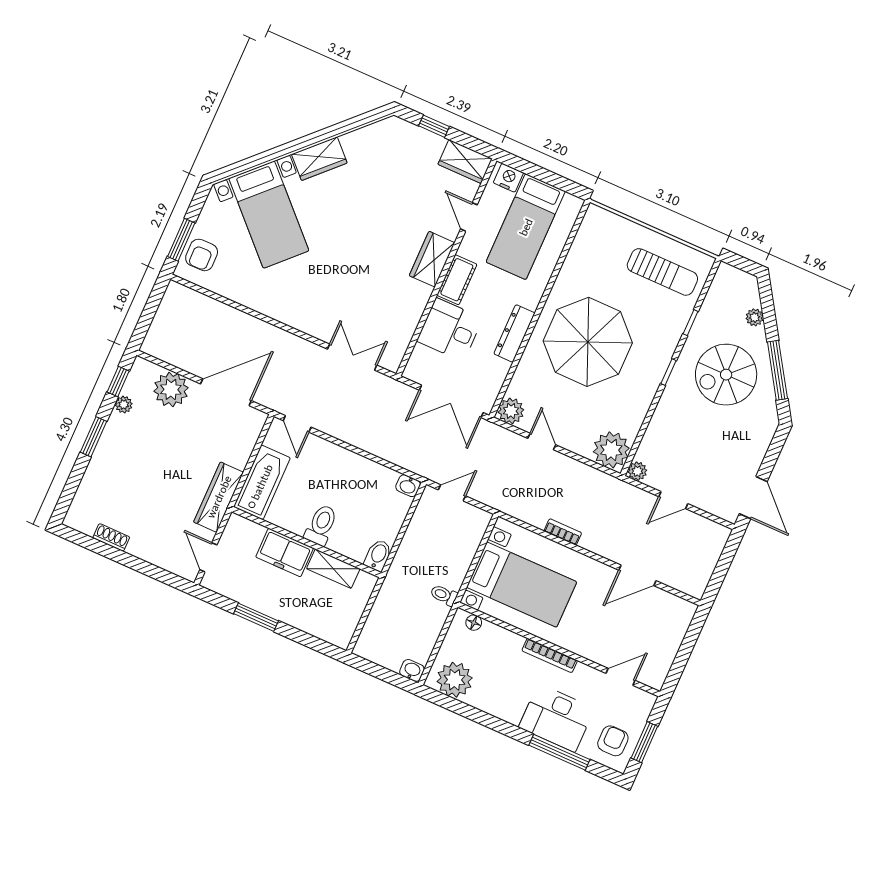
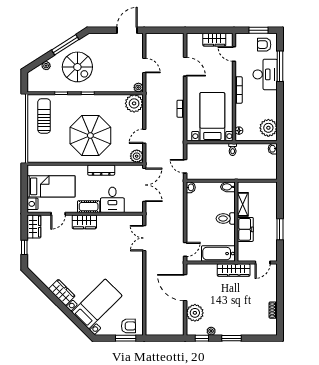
wardrobe: (664, 652) -> (214, 40), added

